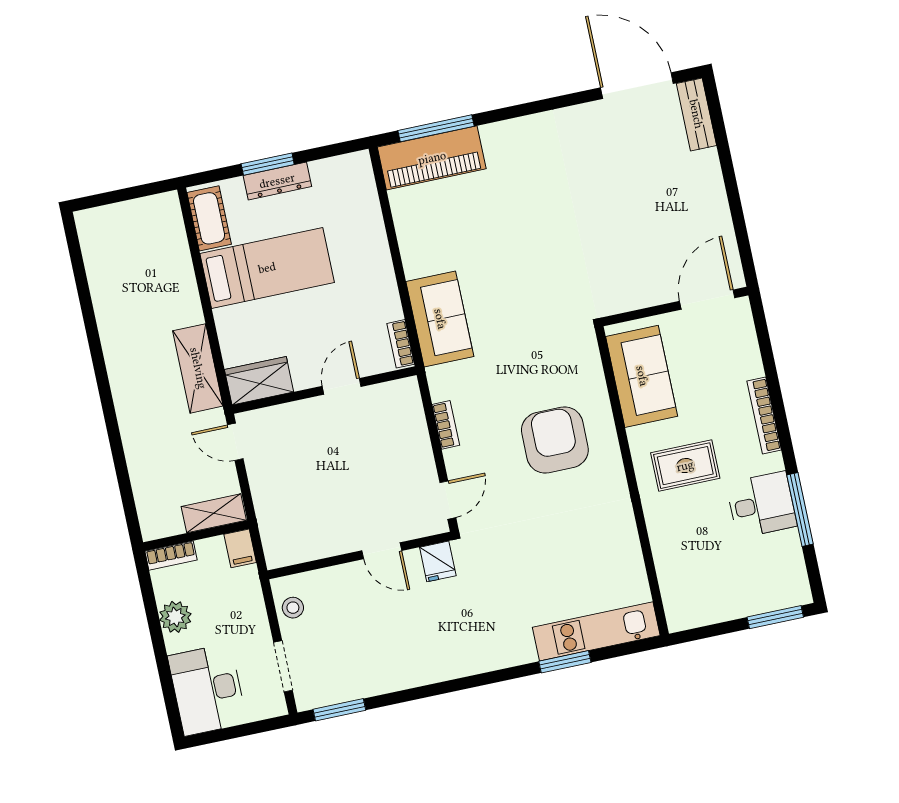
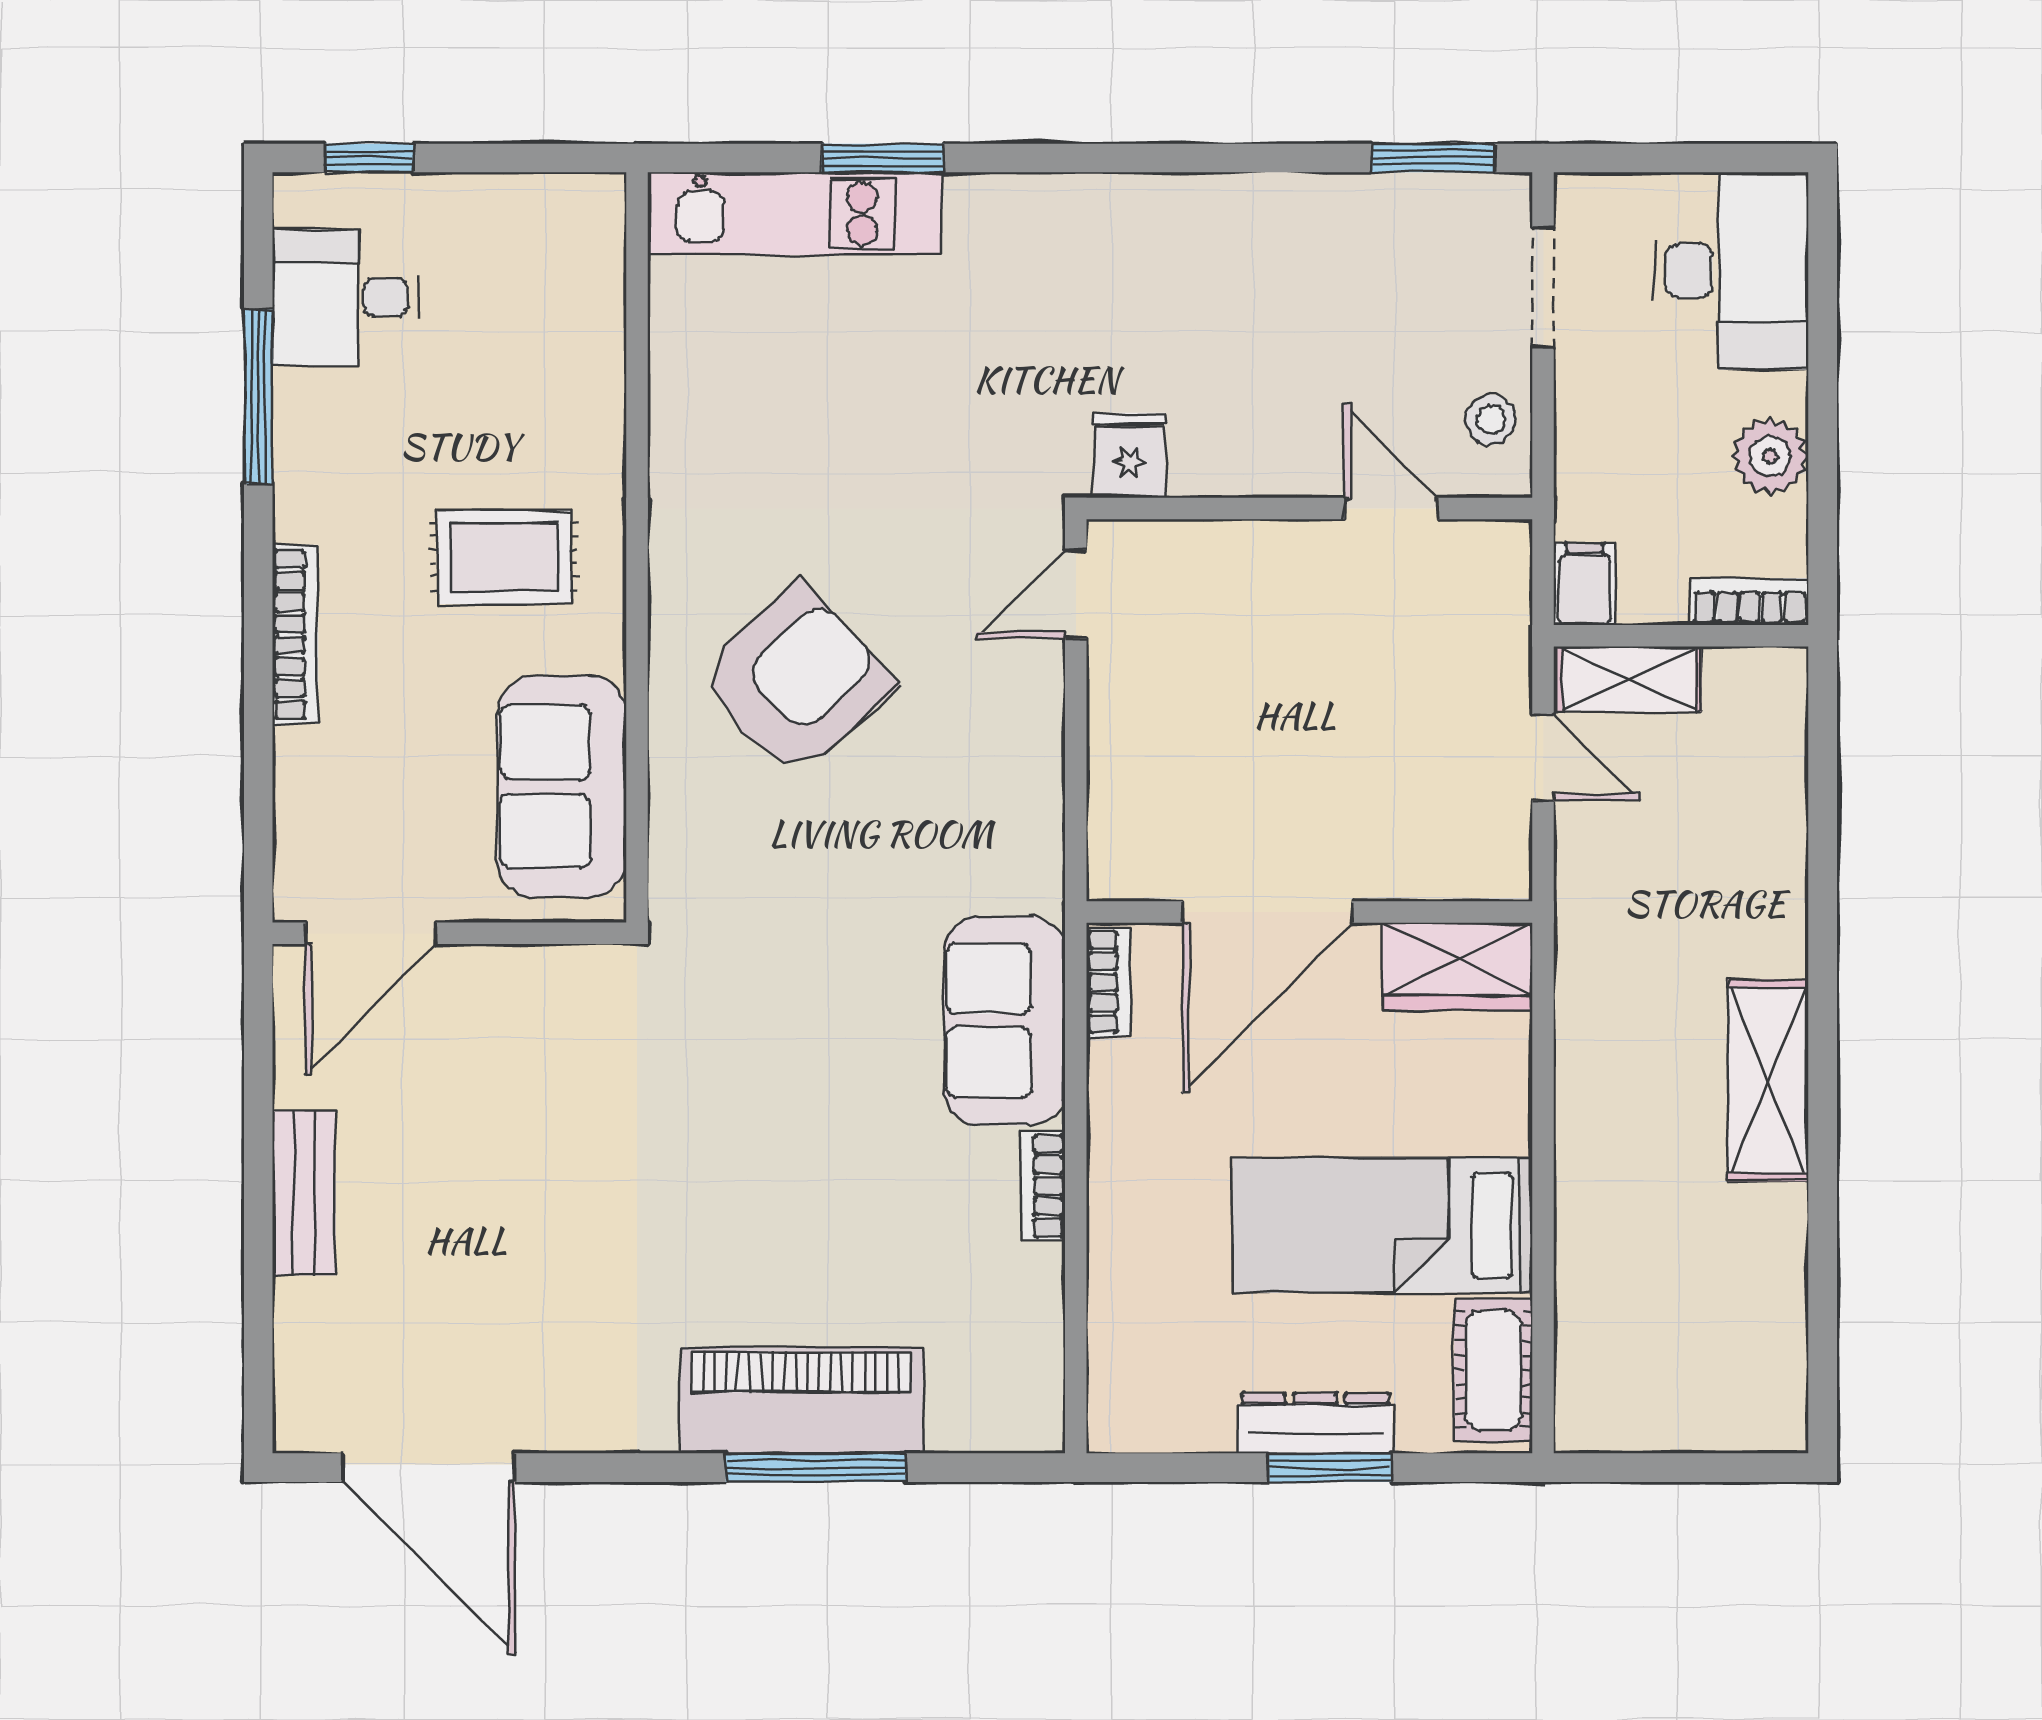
bench: (696, 114) -> (304, 1193), moved
window: (436, 128) -> (816, 1468), moved
piano: (432, 158) -> (801, 1401), moved
shelving: (198, 368) -> (1768, 1080), moved
door: (342, 386) -> (1267, 912), width x1.88
bookcase: (446, 425) -> (1043, 1186), moved
armchair: (555, 440) -> (796, 681), turned -133
door: (235, 442) -> (1543, 757), moved
desk: (761, 505) -> (346, 298), moved
door: (382, 551) -> (1391, 508), moved
window: (775, 617) -> (369, 158), width x0.67

